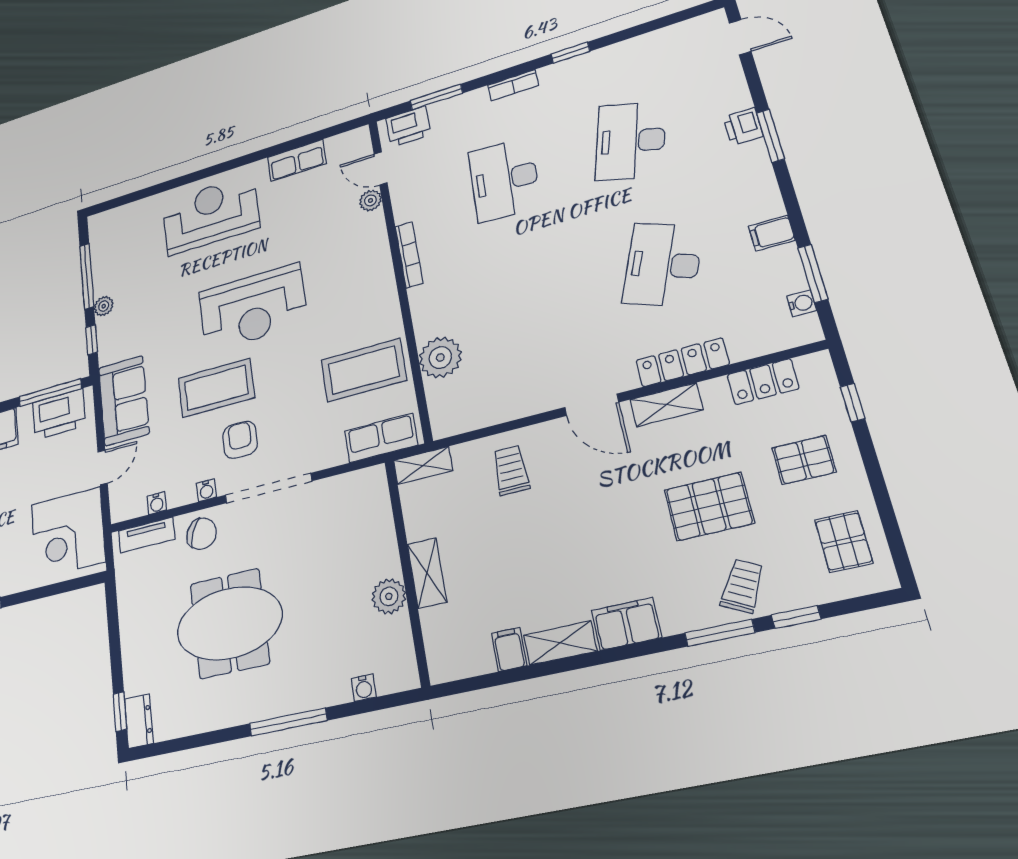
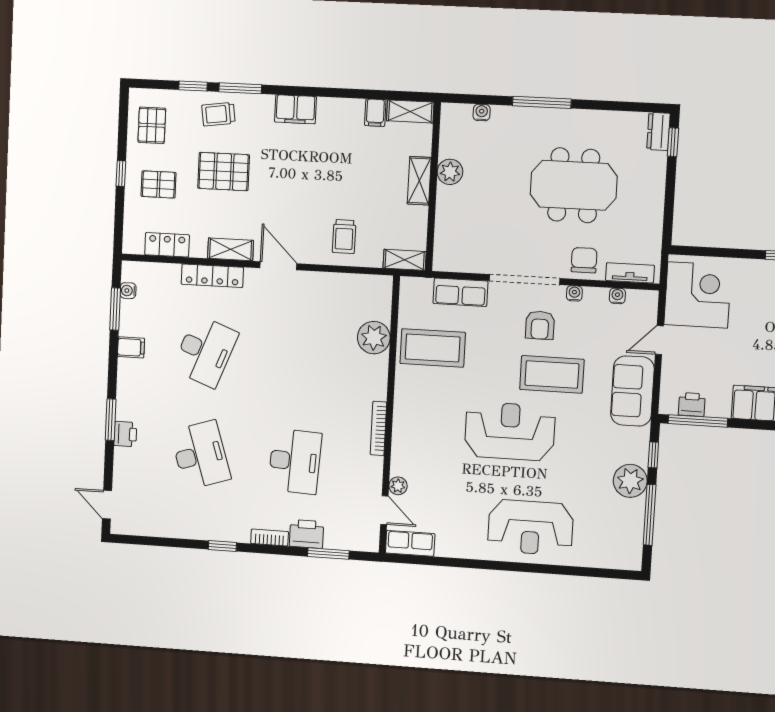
printer: (408, 126) -> (307, 534), moved
desk: (631, 141) -> (200, 455), turned -33
row of seats: (297, 160) -> (410, 543), moved
plant: (104, 306) -> (630, 481), width x1.88, depth x1.88
window: (853, 403) -> (121, 174), moved
printer: (59, 414) -> (692, 404), width x0.53, depth x0.68
row of seats: (381, 438) -> (460, 292), moved
chair: (202, 534) -> (584, 260), turned 69
trolley: (742, 586) -> (218, 114), turned 54
shelving: (560, 643) -> (410, 111), moved

